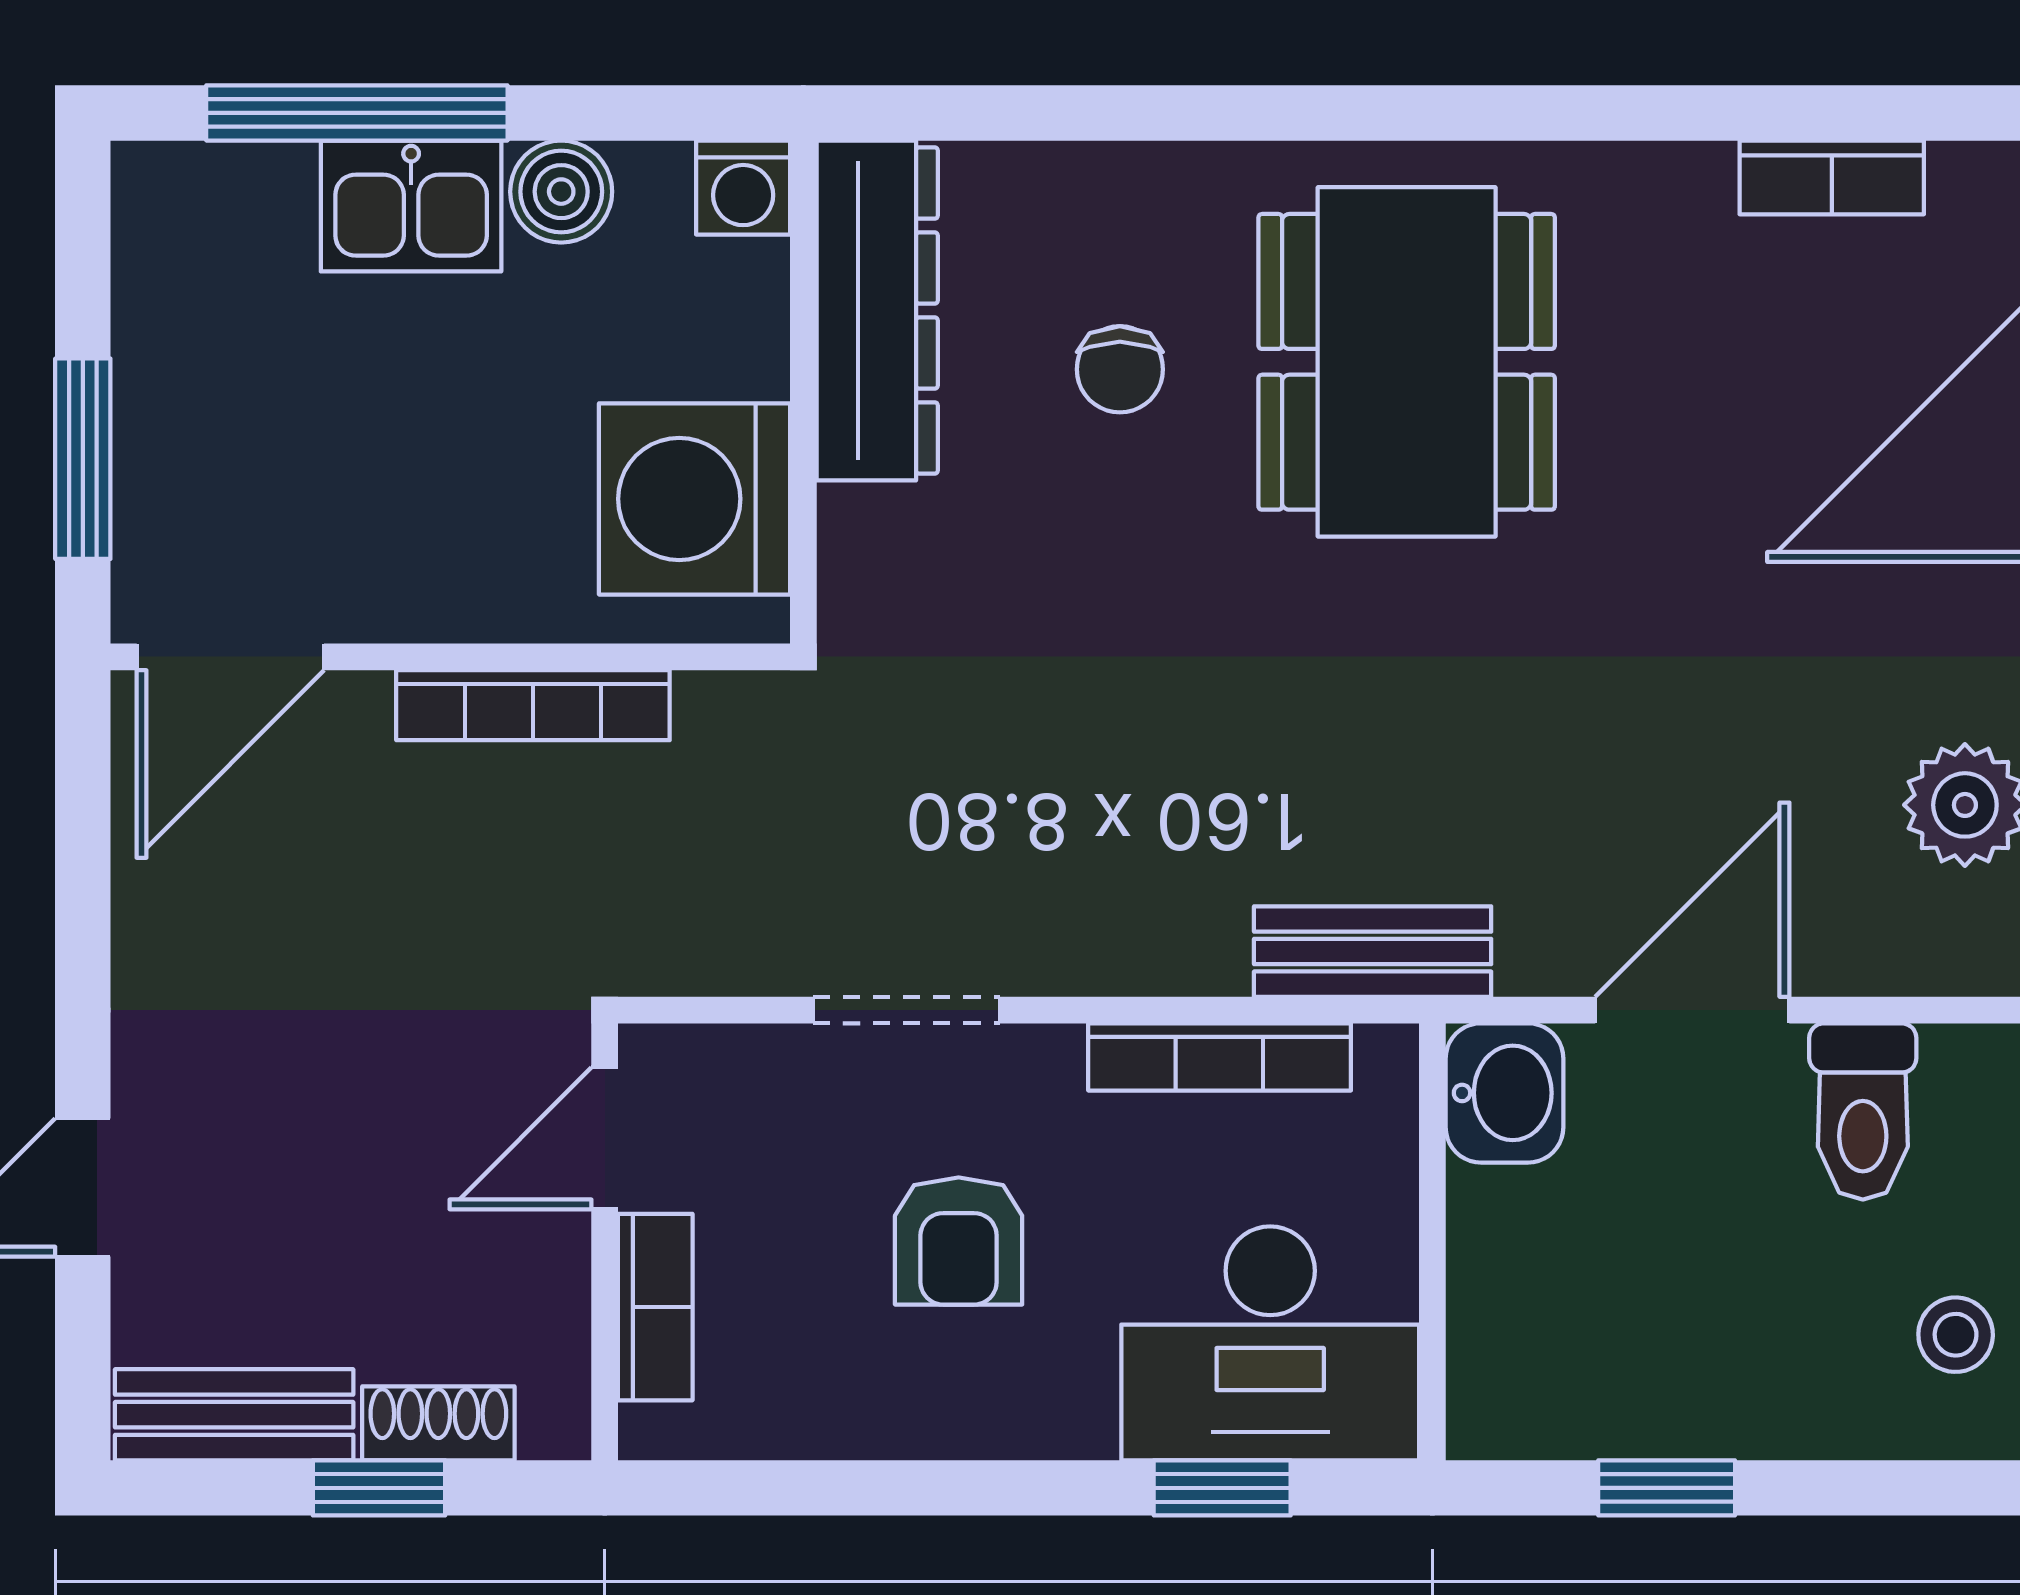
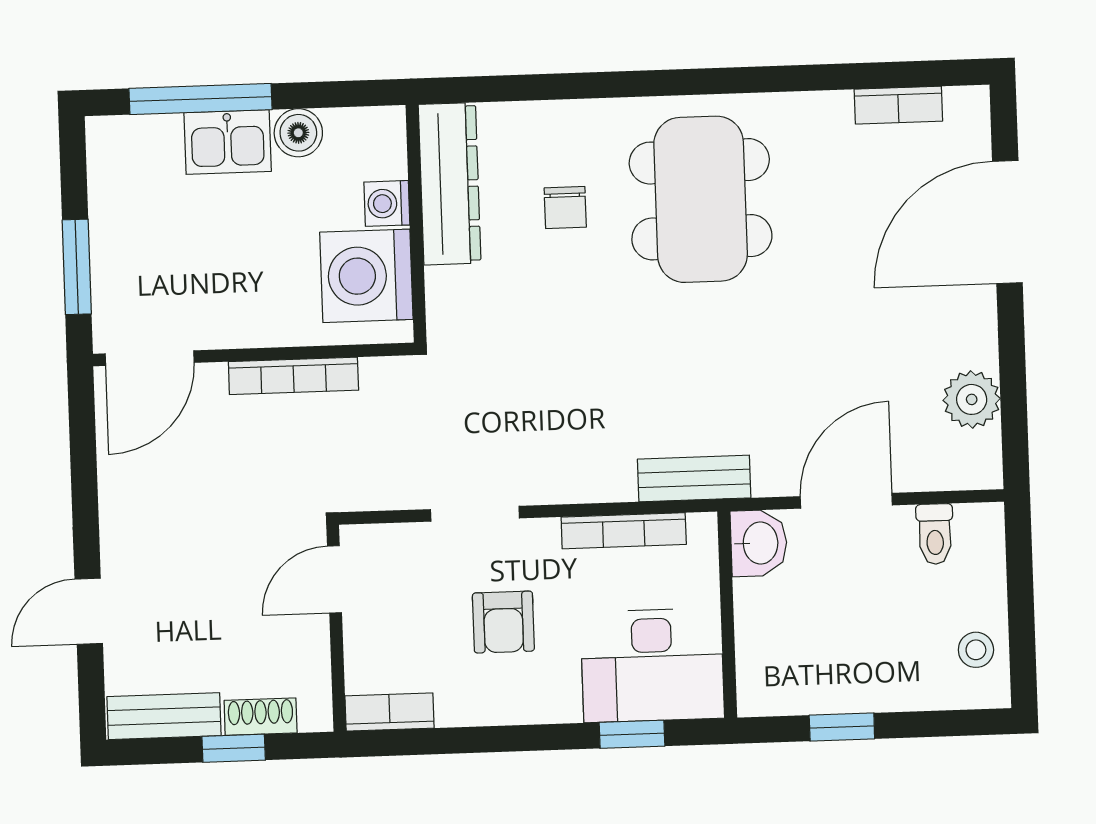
washing machine: (743, 188) -> (387, 203), moved, turned 90
toilet: (1863, 1111) -> (935, 534), width x0.73, depth x0.72
bookcase: (655, 1307) -> (390, 712), moved, turned -90

